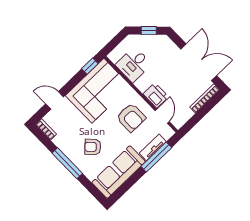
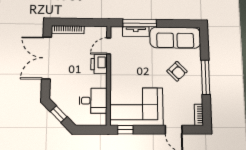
armchair: (131, 118) -> (131, 66), removed

